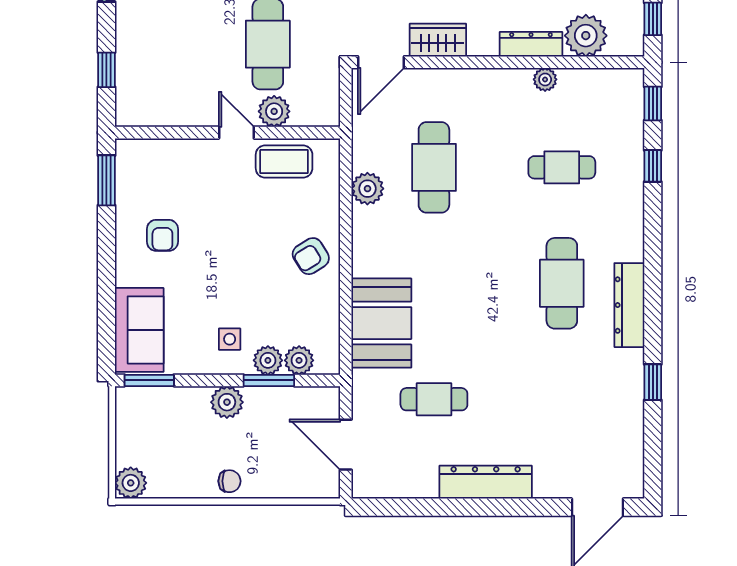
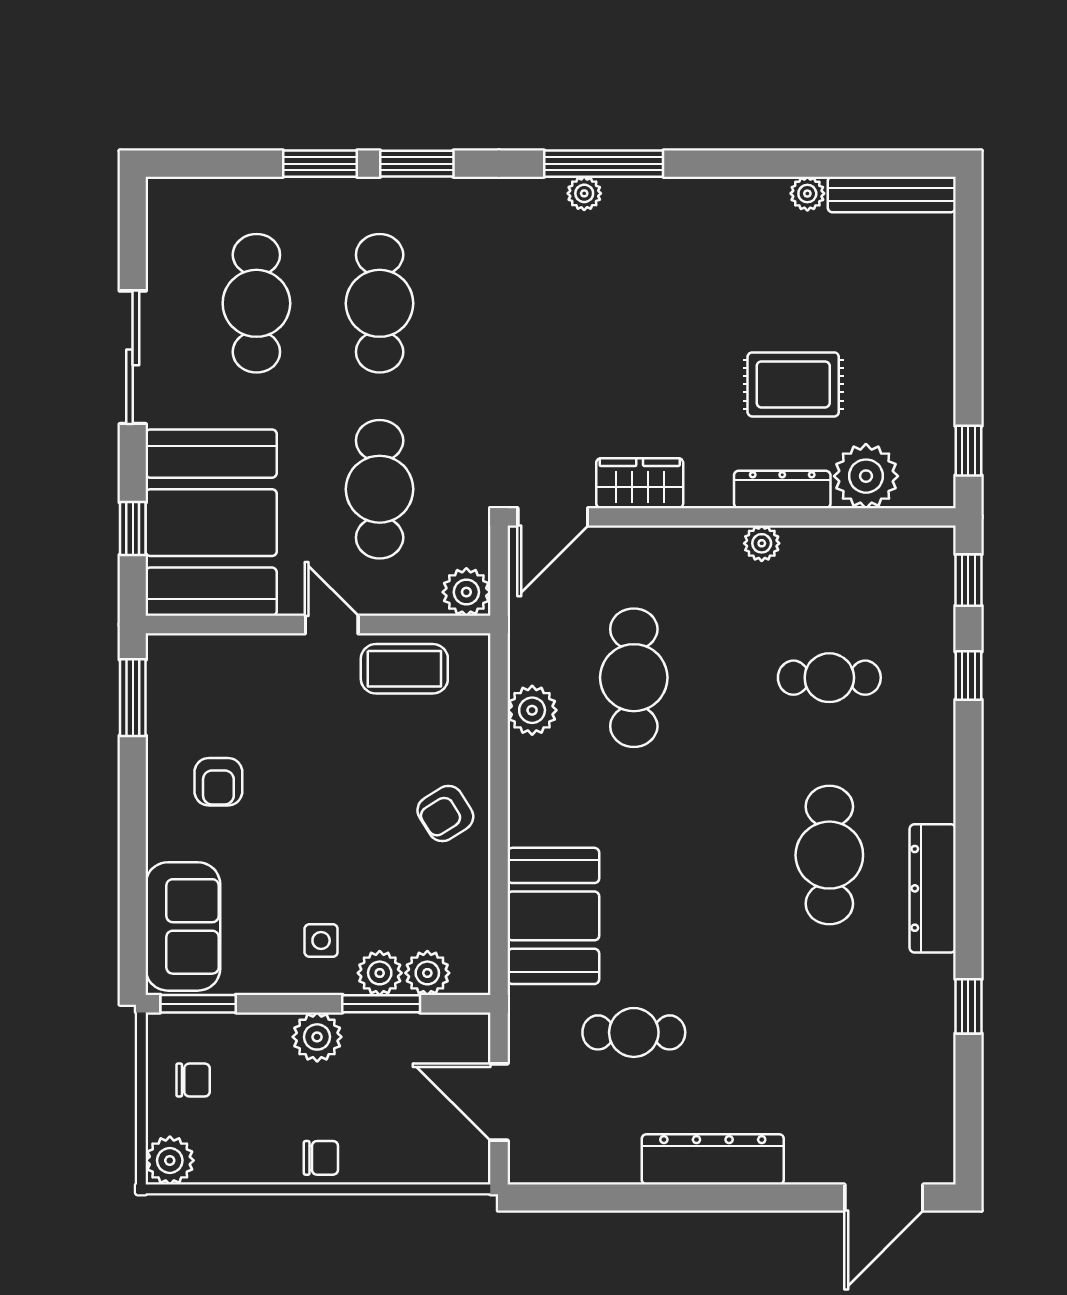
booth: (158, 66) -> (211, 523), added
plant: (545, 79) -> (762, 543), moved
plant: (274, 111) -> (466, 592), moved
chair: (146, 430) -> (193, 1080), added

